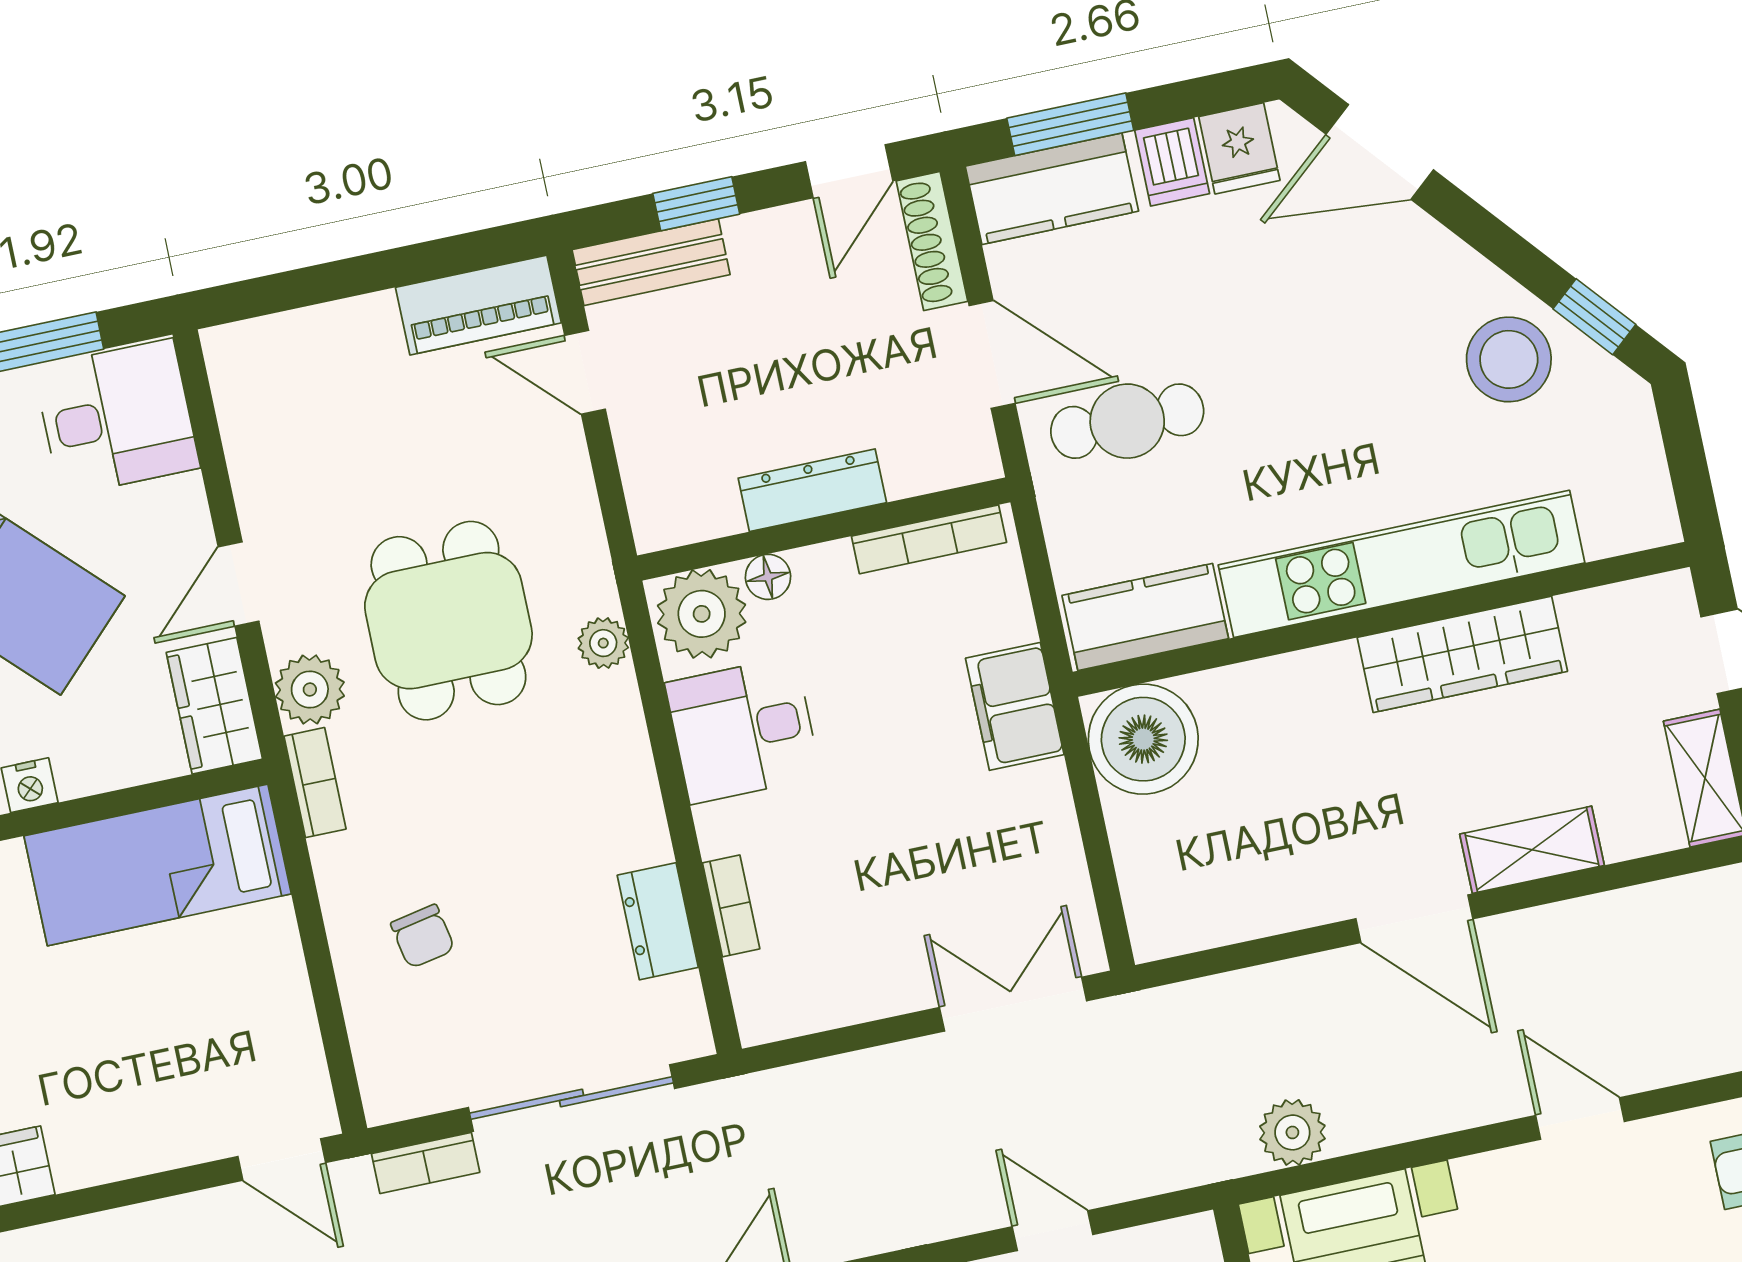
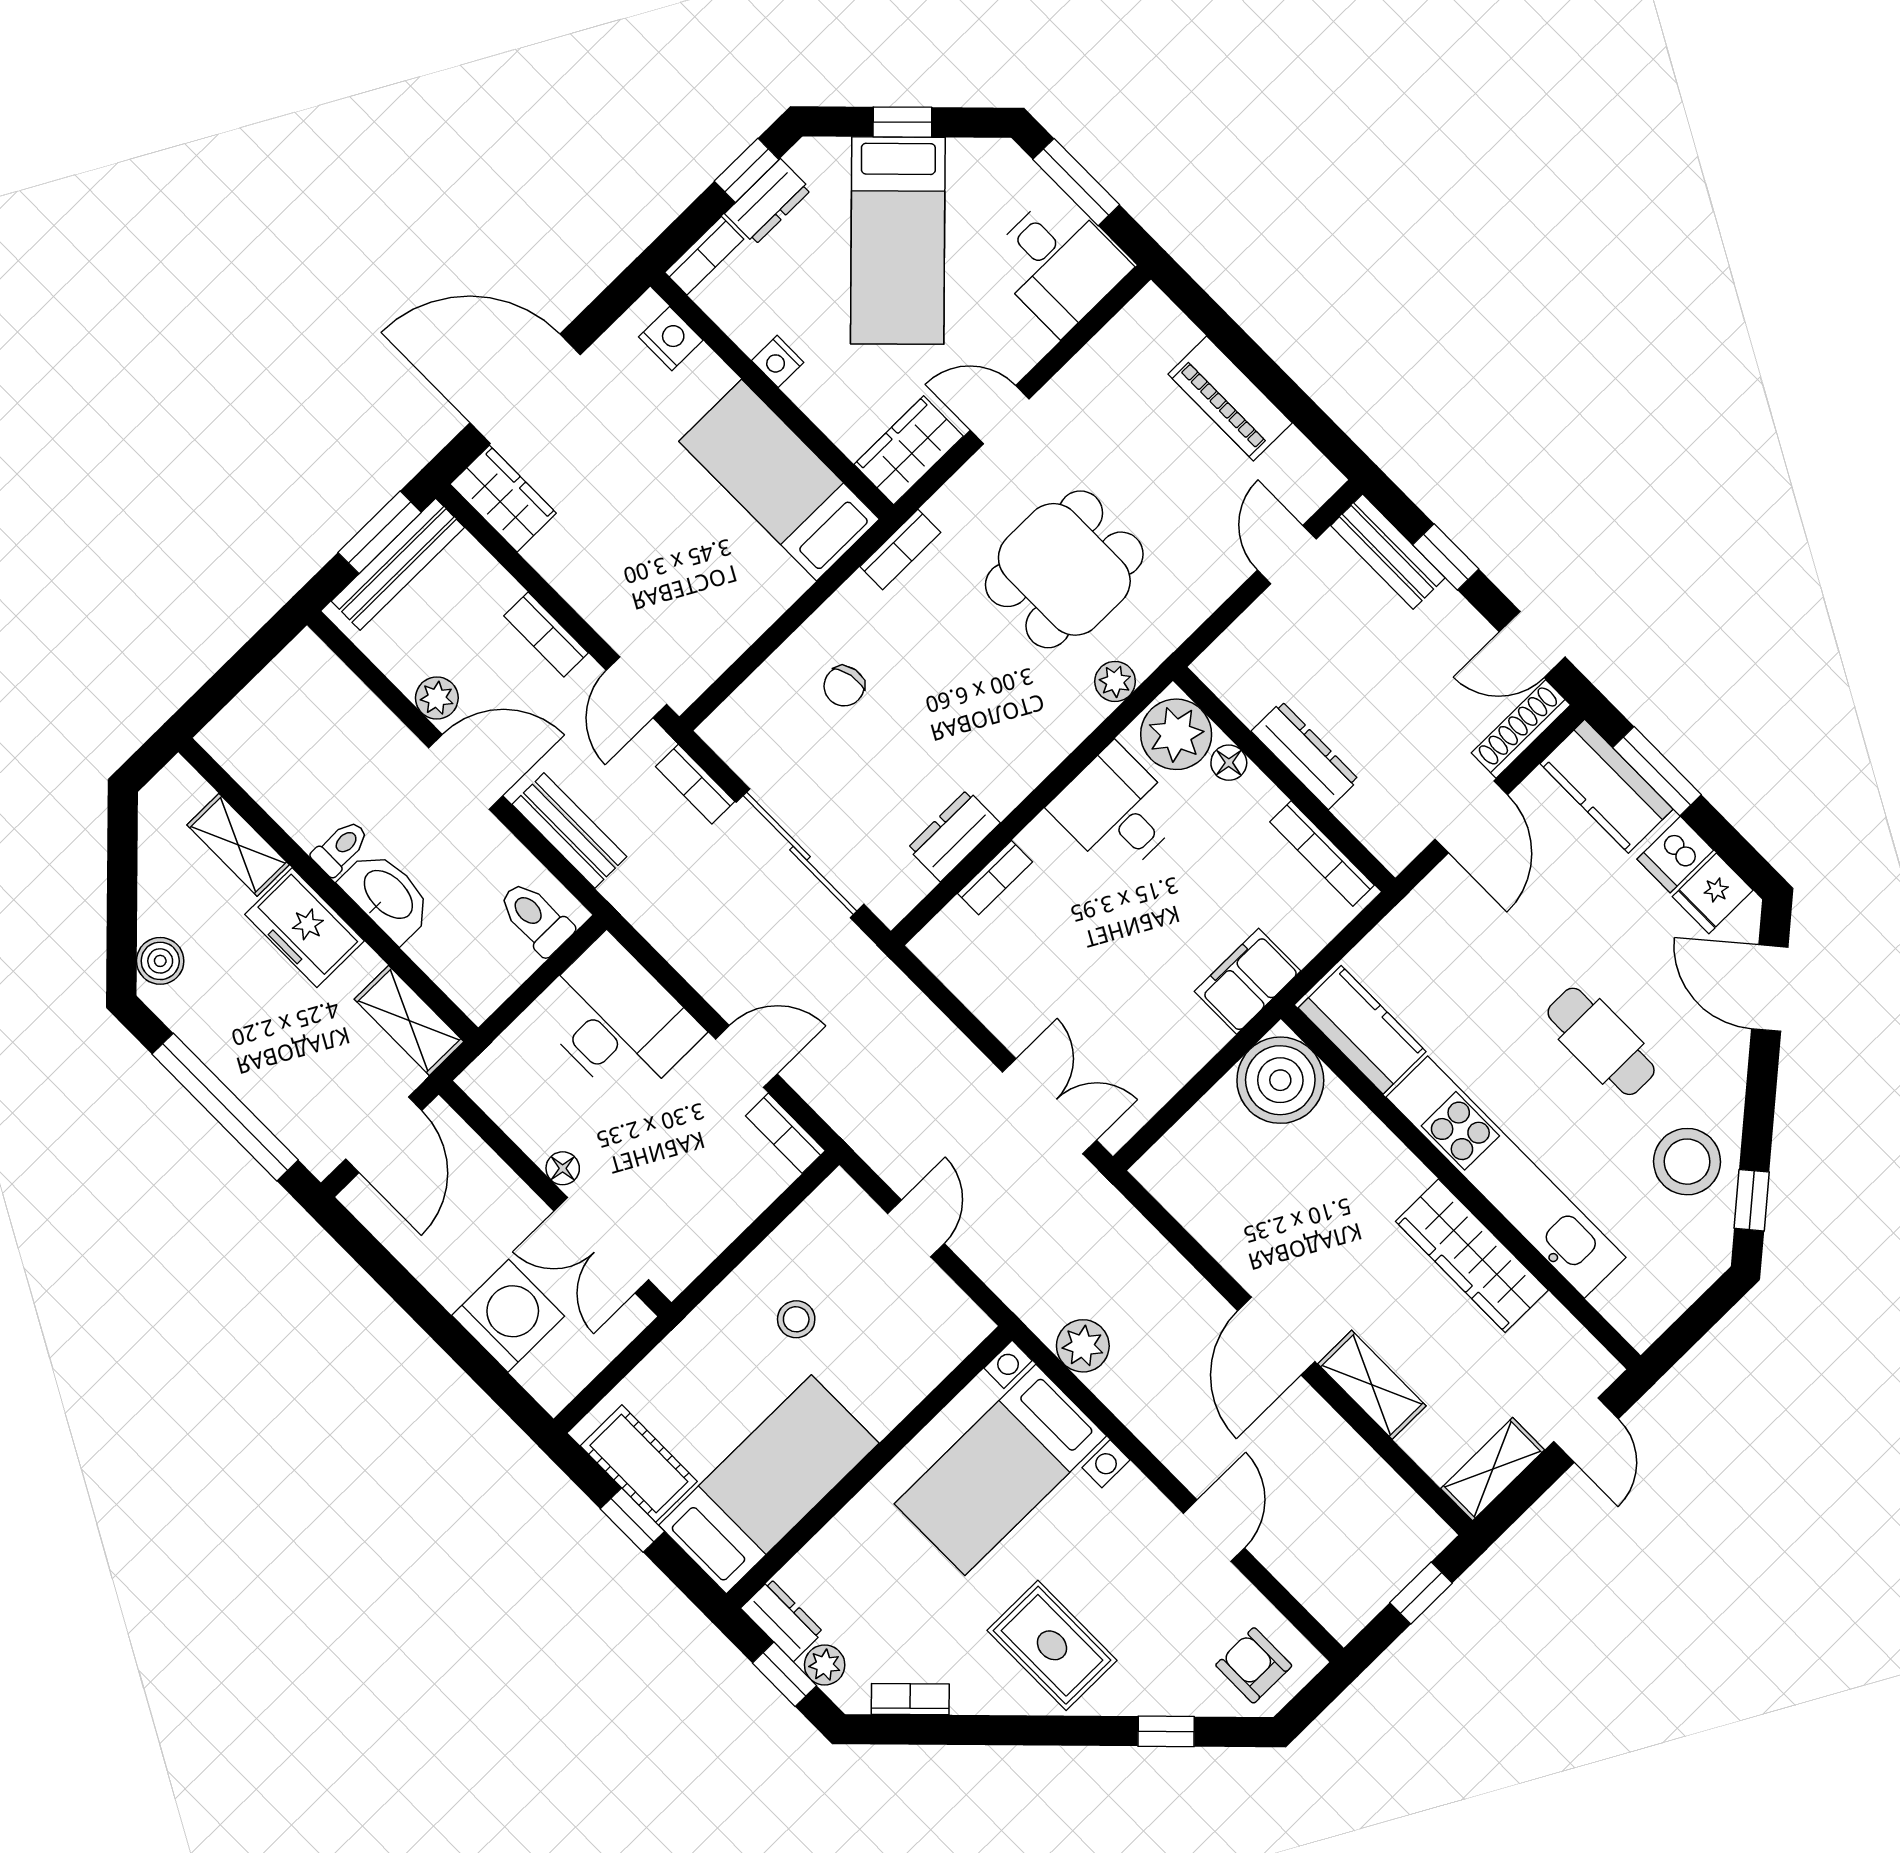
piano: (478, 305) -> (1230, 398), moved
cafe table: (1127, 421) -> (1601, 1041), moved
plant: (310, 690) -> (960, 507), removed
bookcase: (163, 1220) -> (546, 634), added

